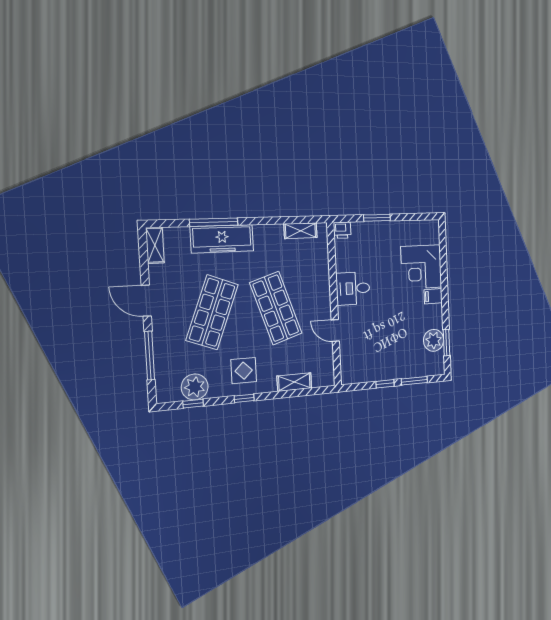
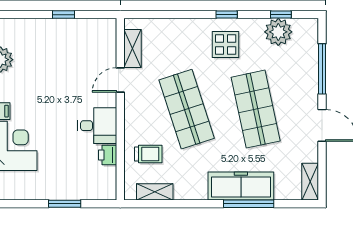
printer: (342, 230) -> (108, 155), moved, turned -90
trolley: (308, 265) -> (148, 154), added
shop shelf: (212, 312) -> (256, 109), turned -33
door: (335, 330) -> (120, 80), swing flipped
window: (414, 381) -> (27, 15), removed
shelving: (294, 382) -> (132, 49), moved, turned 90

